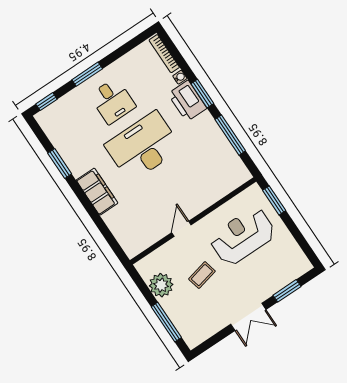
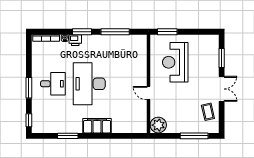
printer: (187, 101) -> (75, 40), width x0.53, depth x0.68
coffee table: (202, 275) -> (208, 112), moved
plant: (161, 285) -> (158, 125), moved

